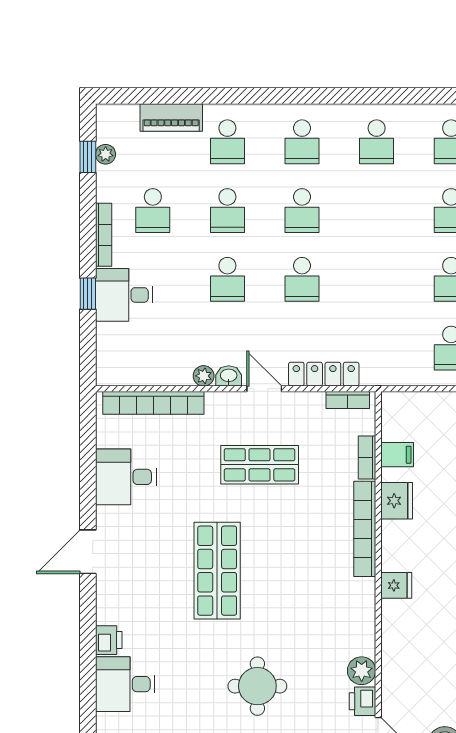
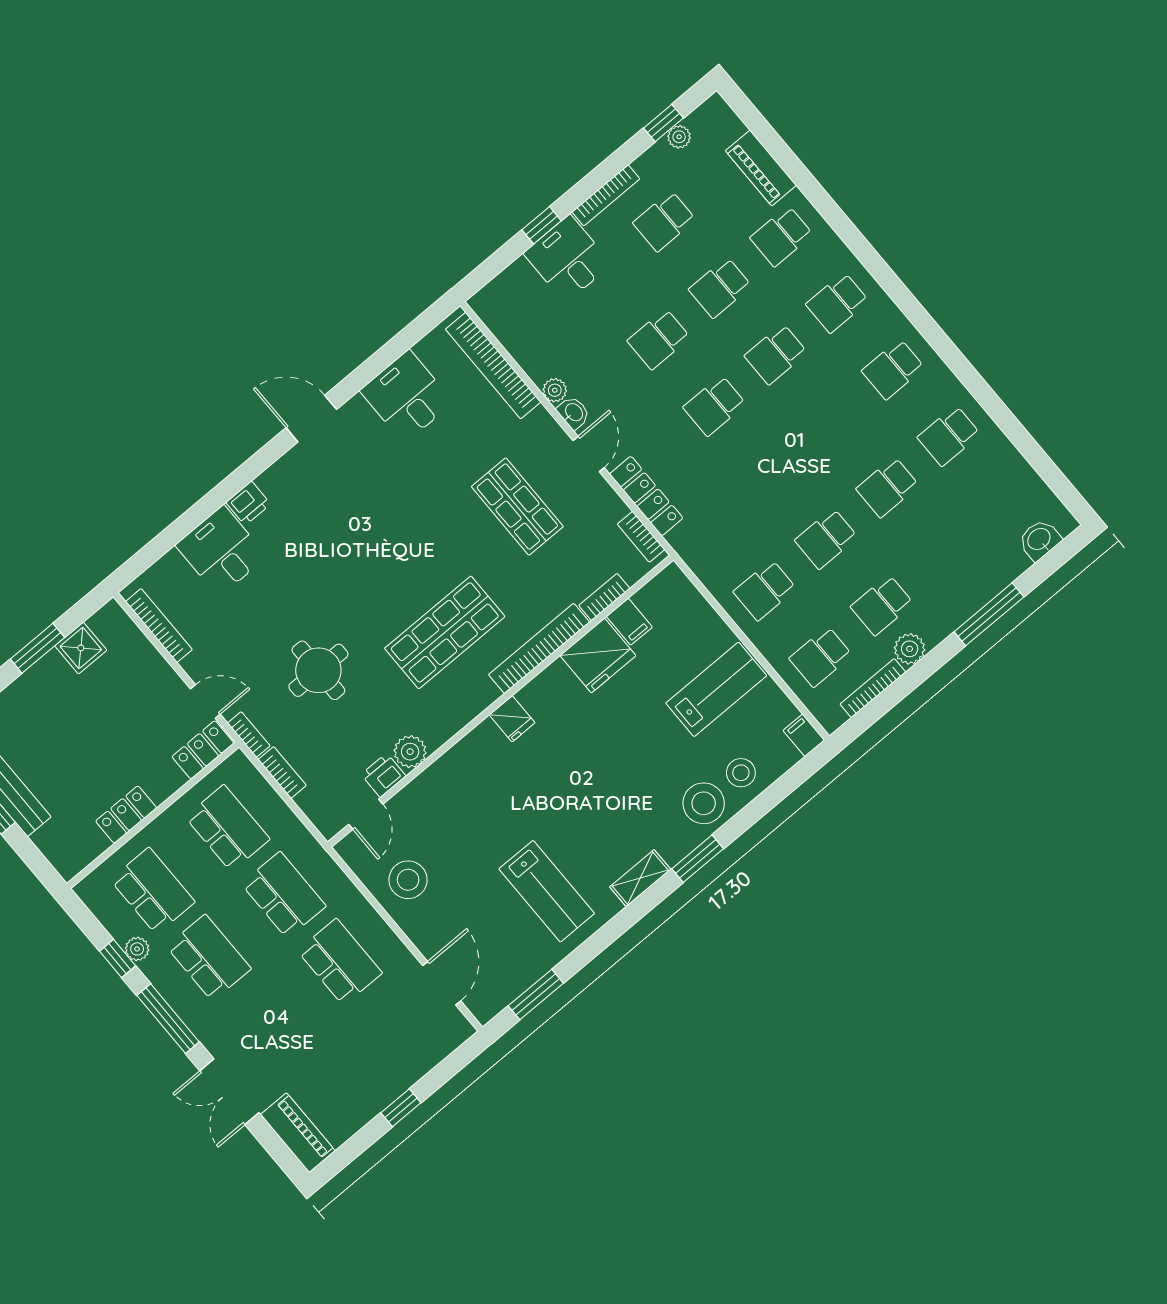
fridge: (397, 501) -> (598, 656), width x1.36, depth x1.34
shop shelf: (217, 571) -> (445, 632), moved

